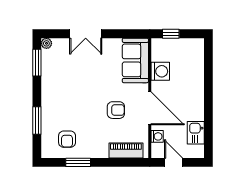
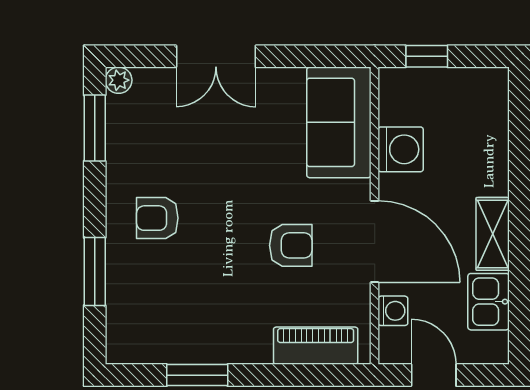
shelving: (197, 105) -> (493, 234), added
armchair: (67, 139) -> (157, 218), moved, turned 90

